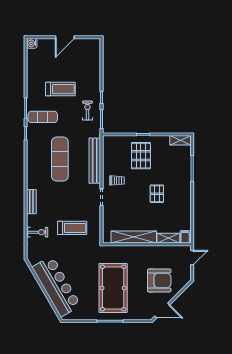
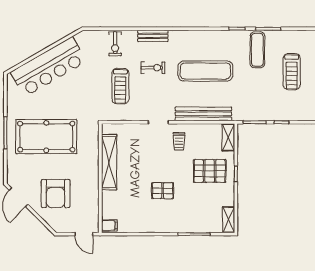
exercise bike: (87, 111) -> (153, 68), moved
shelving: (168, 238) -> (228, 137), moved

